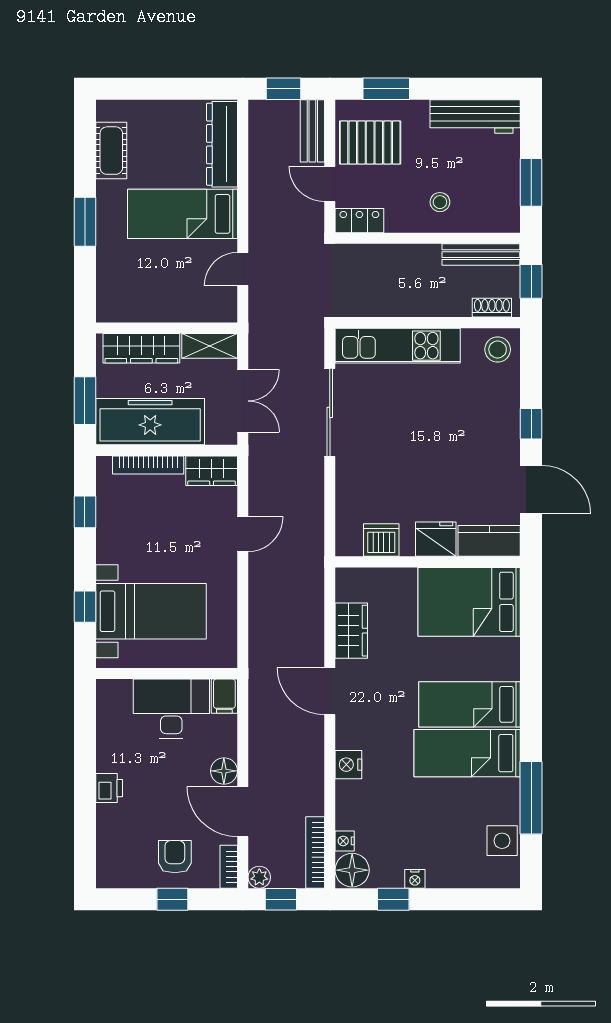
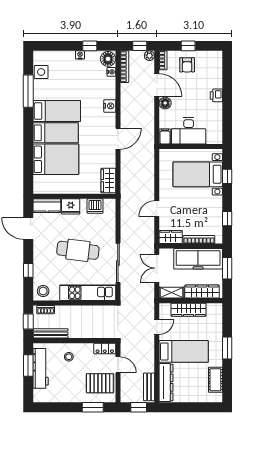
workbench: (475, 116) -> (41, 368), moved, turned 90
bench: (312, 131) -> (149, 387), moved
wardrobe: (171, 308) -> (189, 310), added
window: (531, 424) -> (28, 270), moved
cafe table: (420, 441) -> (78, 250), added
bed: (469, 602) -> (56, 159), moved
wardrobe: (351, 631) -> (108, 181), moved
door: (330, 691) -> (118, 139), hinge flipped

